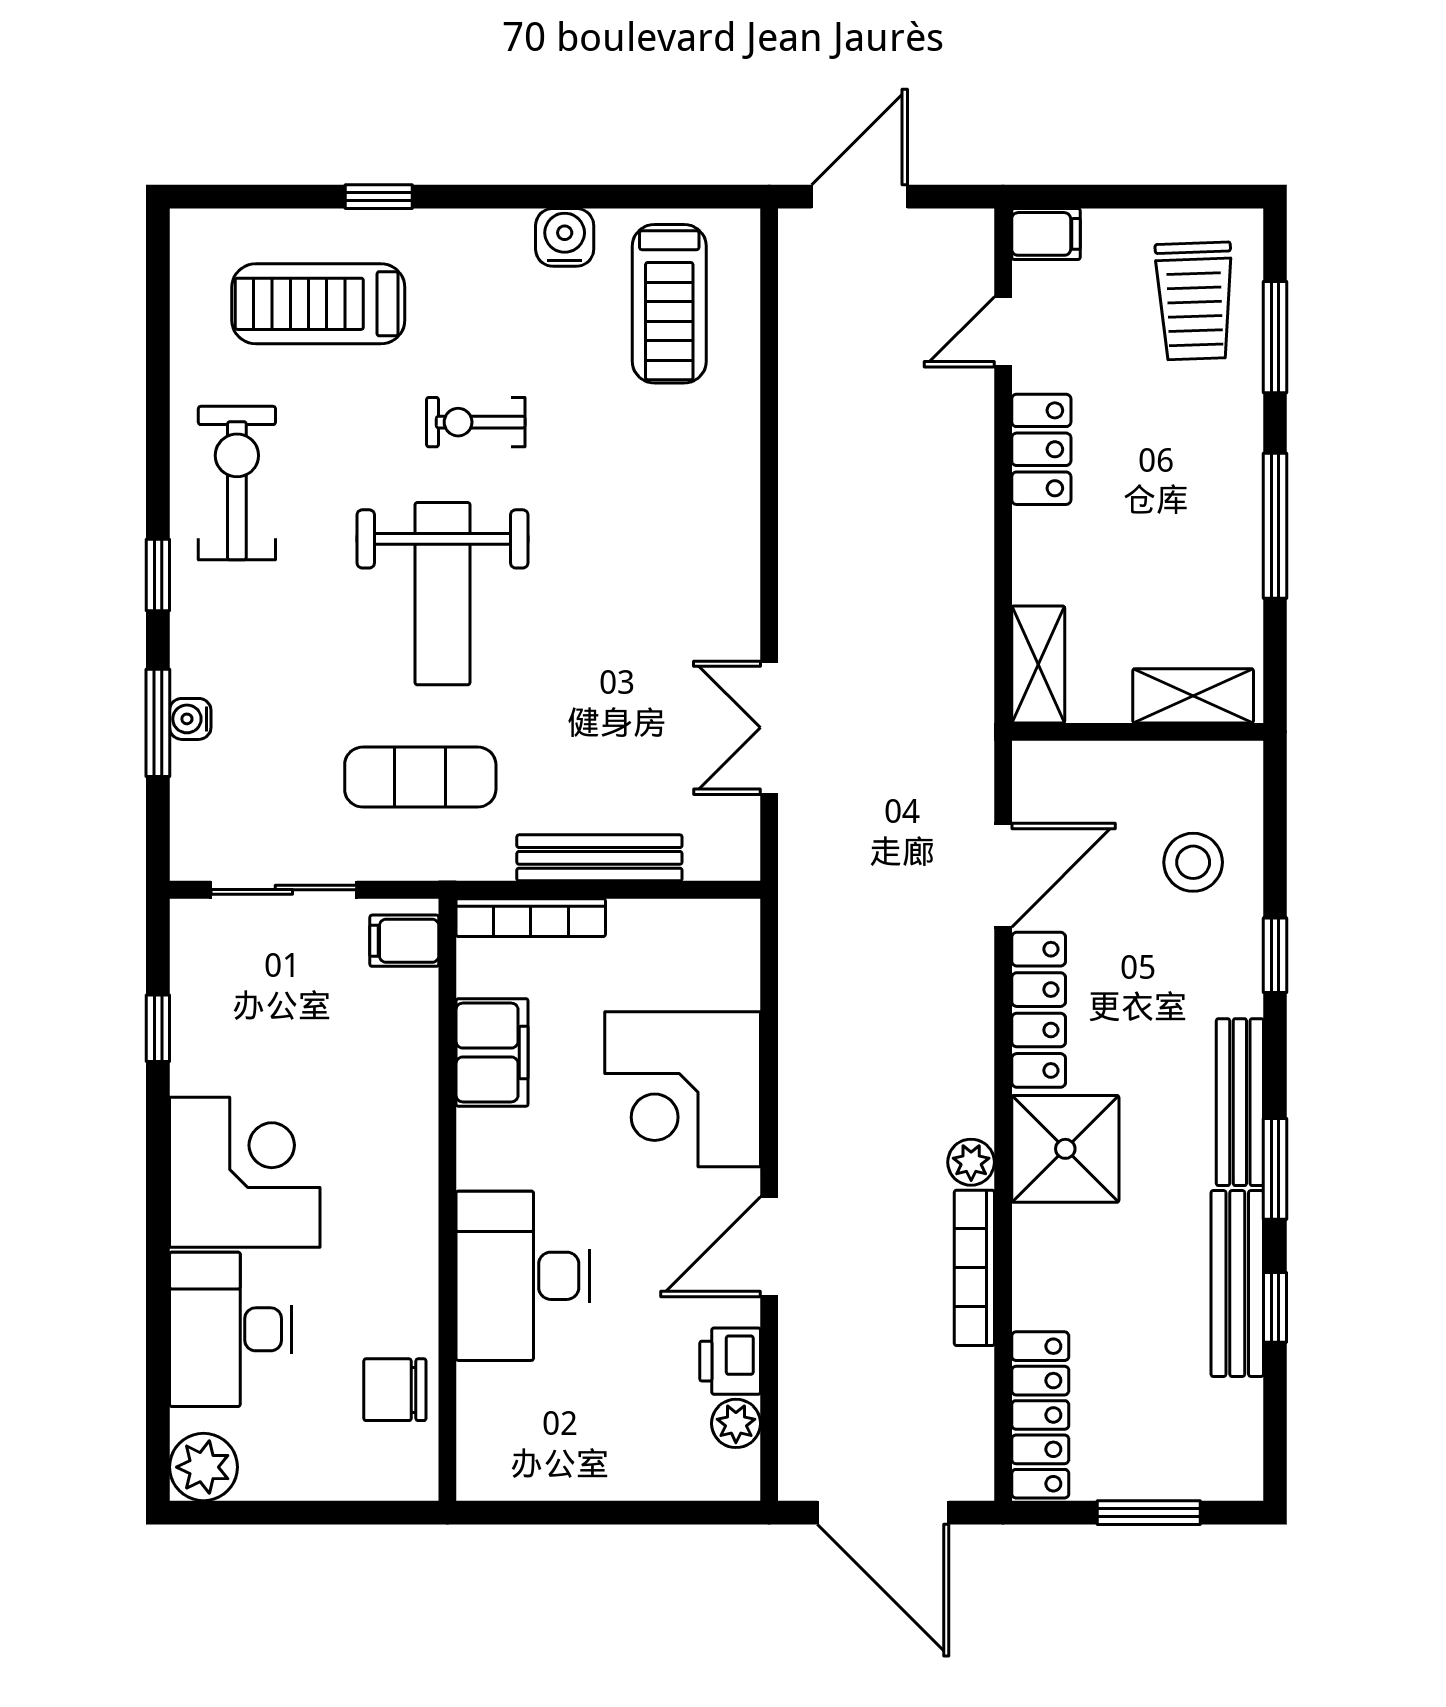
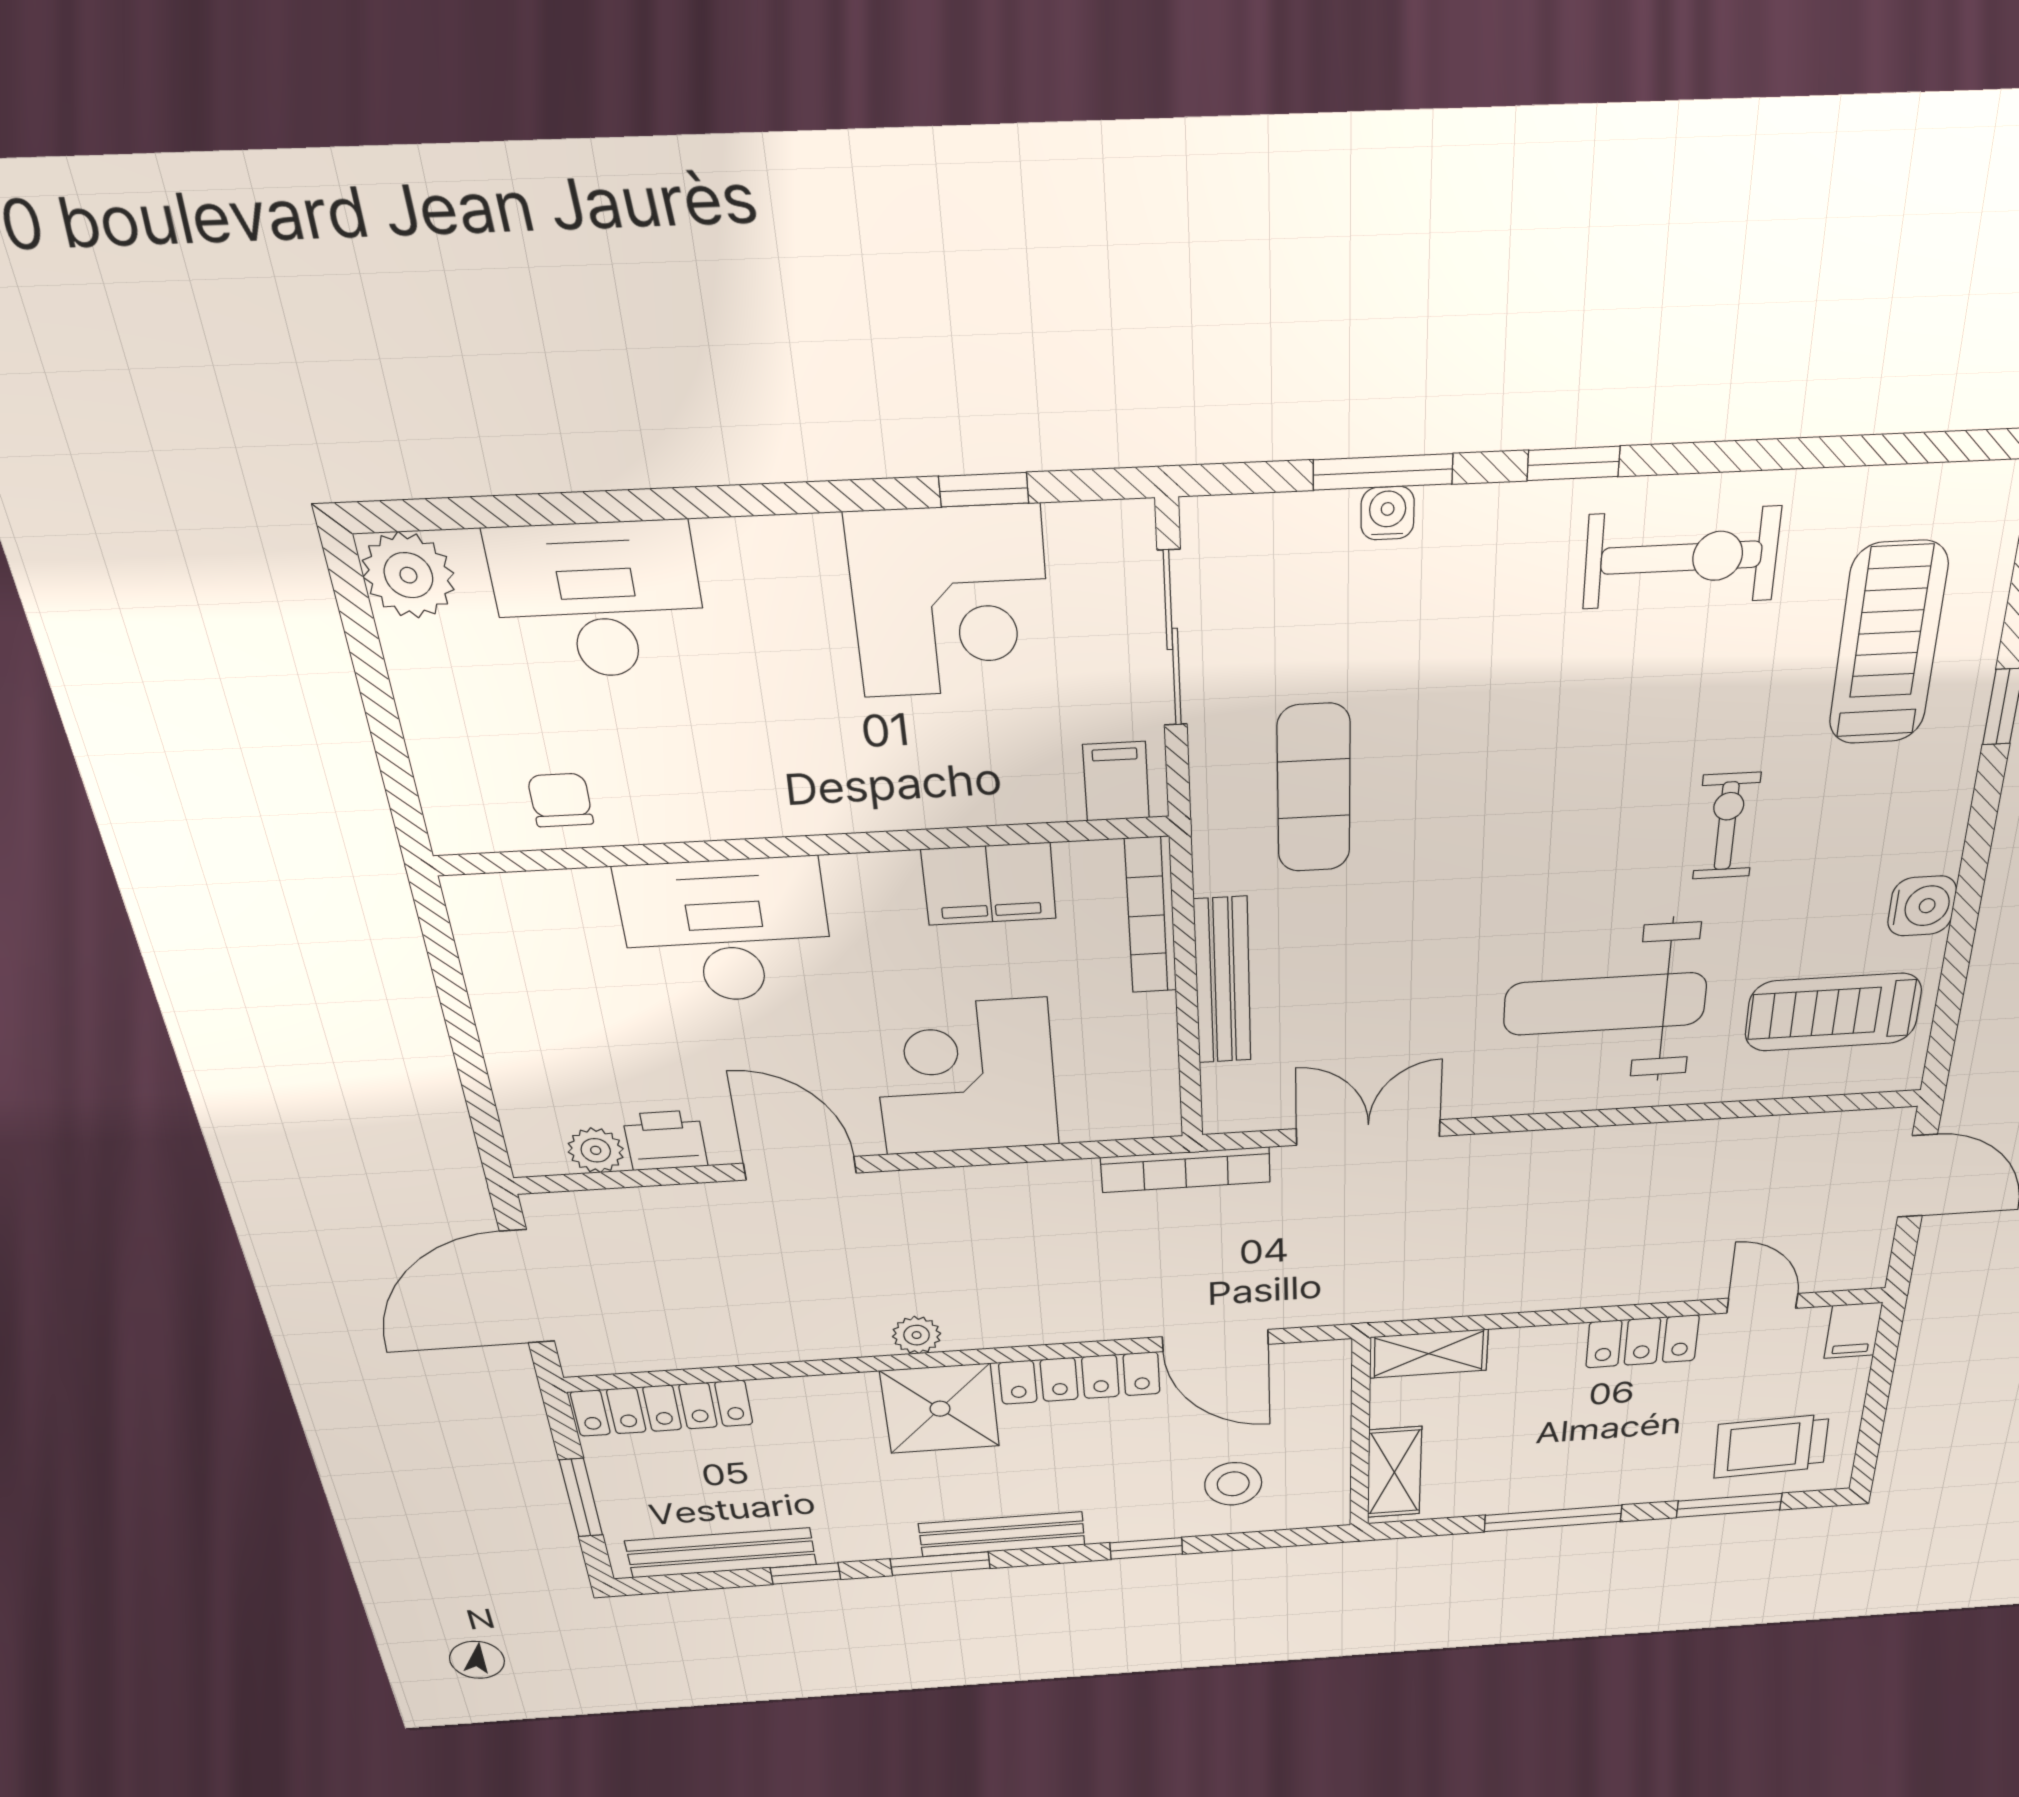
weight bench: (442, 594) -> (1605, 1004), moved
corner desk: (245, 1172) -> (951, 602), moved
bookcase: (974, 1268) -> (1186, 1170), moved, turned 180
bench: (1237, 1283) -> (721, 1553), moved
chair: (395, 1390) -> (561, 800), width x0.73, depth x0.73

